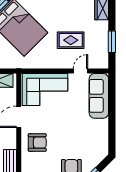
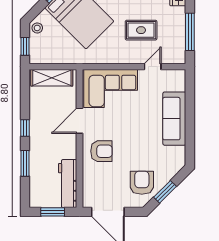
window: (112, 42) -> (190, 32), width x1.44
sofa: (99, 96) -> (174, 119), moved

